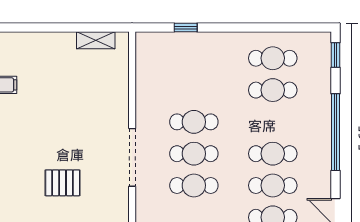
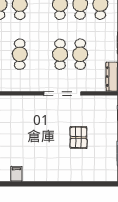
cafe table: (194, 122) -> (20, 54), moved

